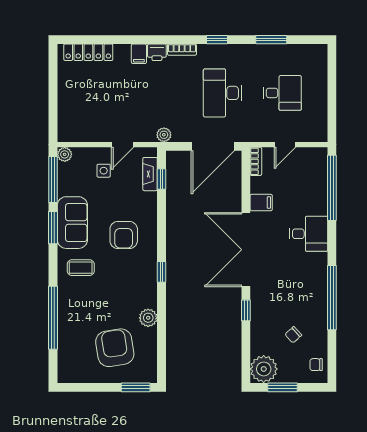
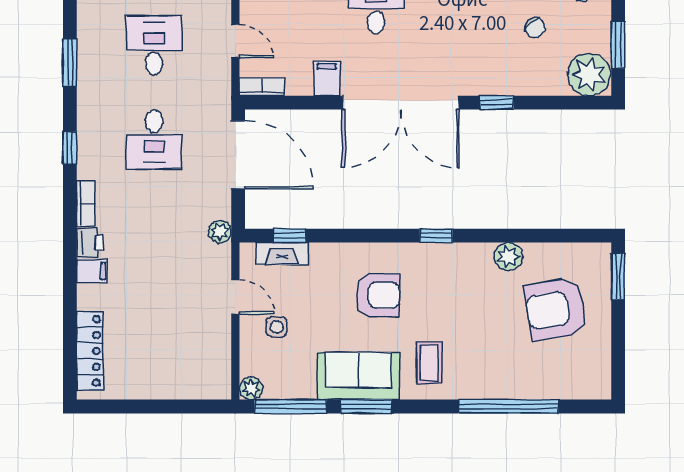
desk: (222, 93) -> (154, 140), width x0.73

